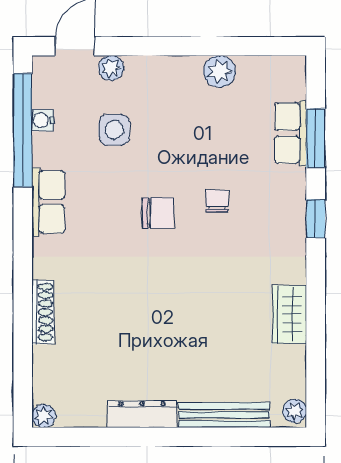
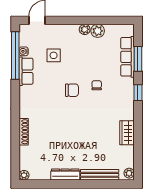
plant: (111, 68) -> (85, 29), moved
row of seats: (291, 133) -> (127, 57), width x1.48
row of seats: (48, 202) -> (26, 71), moved

